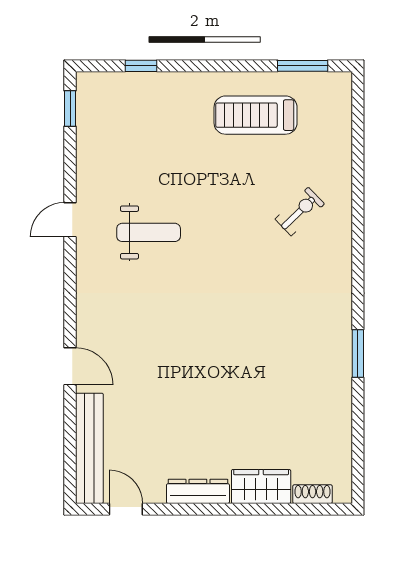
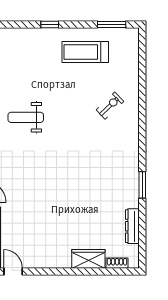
window: (141, 66) -> (50, 25), moved
weight bench: (149, 232) -> (26, 117), turned 180
dresser: (198, 491) -> (132, 226), moved, turned -90

